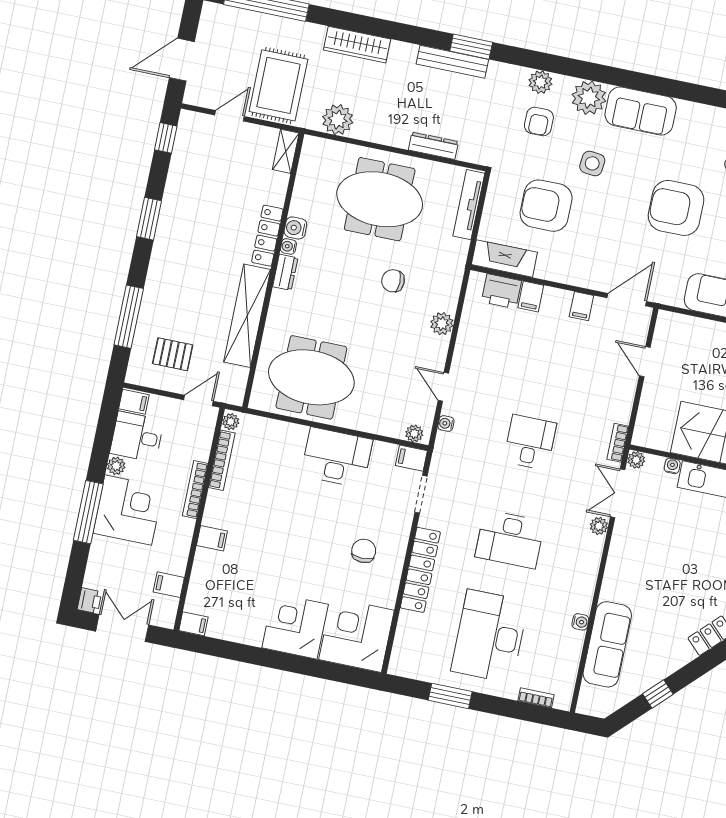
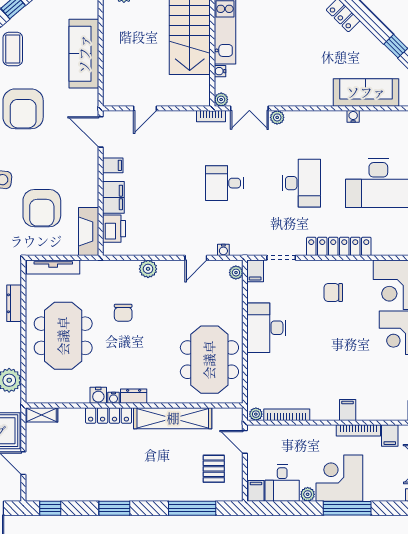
filing cabinet: (531, 296) -> (113, 197), width x2.00
bookcase: (195, 490) -> (358, 430), moved

